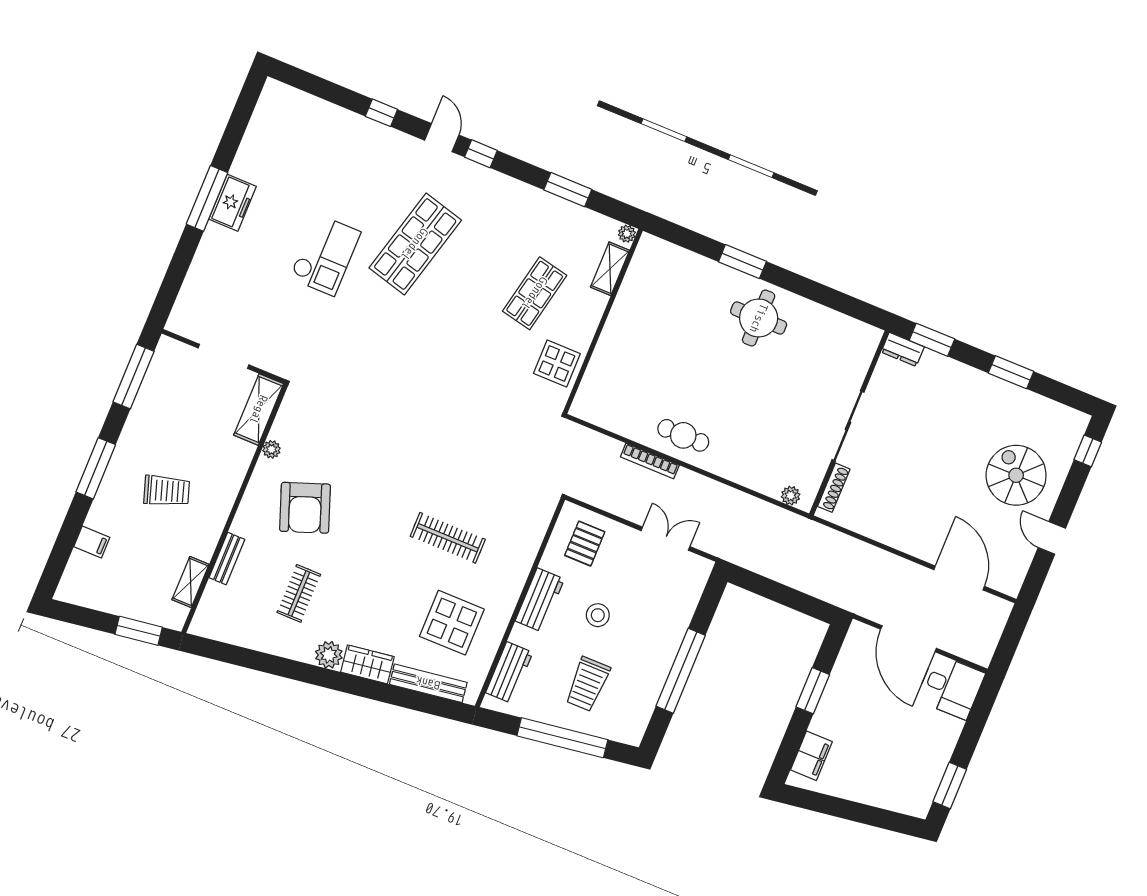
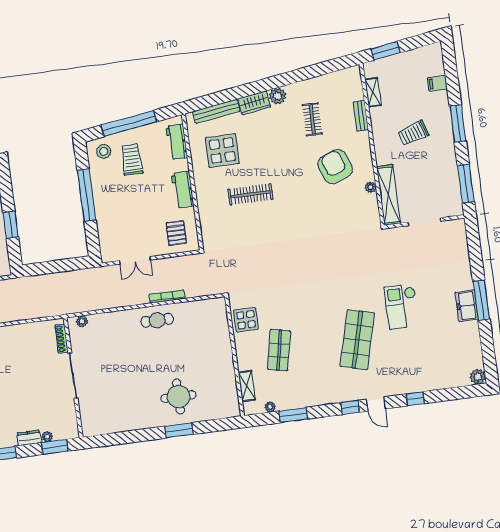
plant: (275, 93) -> (478, 377), added
plant: (627, 234) -> (270, 407), moved
round table: (759, 318) -> (178, 397), moved
dresser: (903, 349) -> (29, 438), moved
plant: (934, 360) -> (47, 437), added
shelving: (259, 409) -> (388, 195), width x1.47
stool: (598, 615) -> (104, 151), moved

